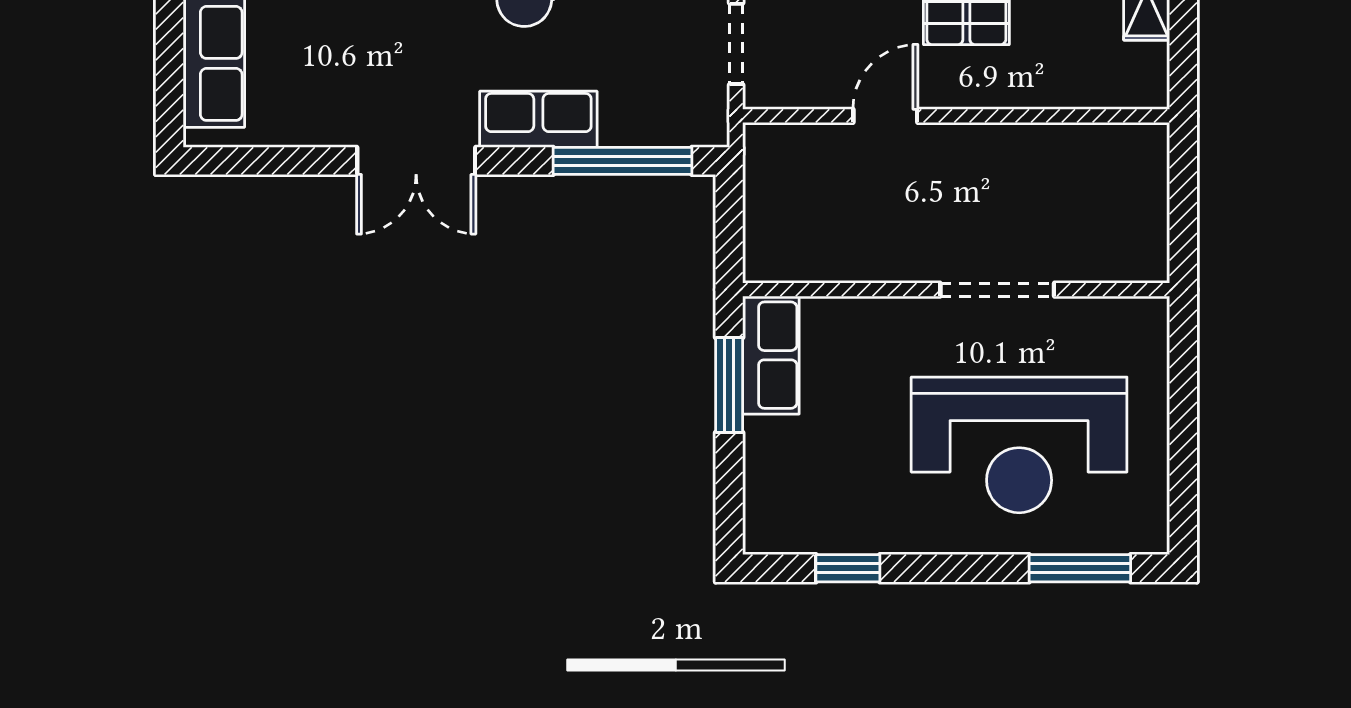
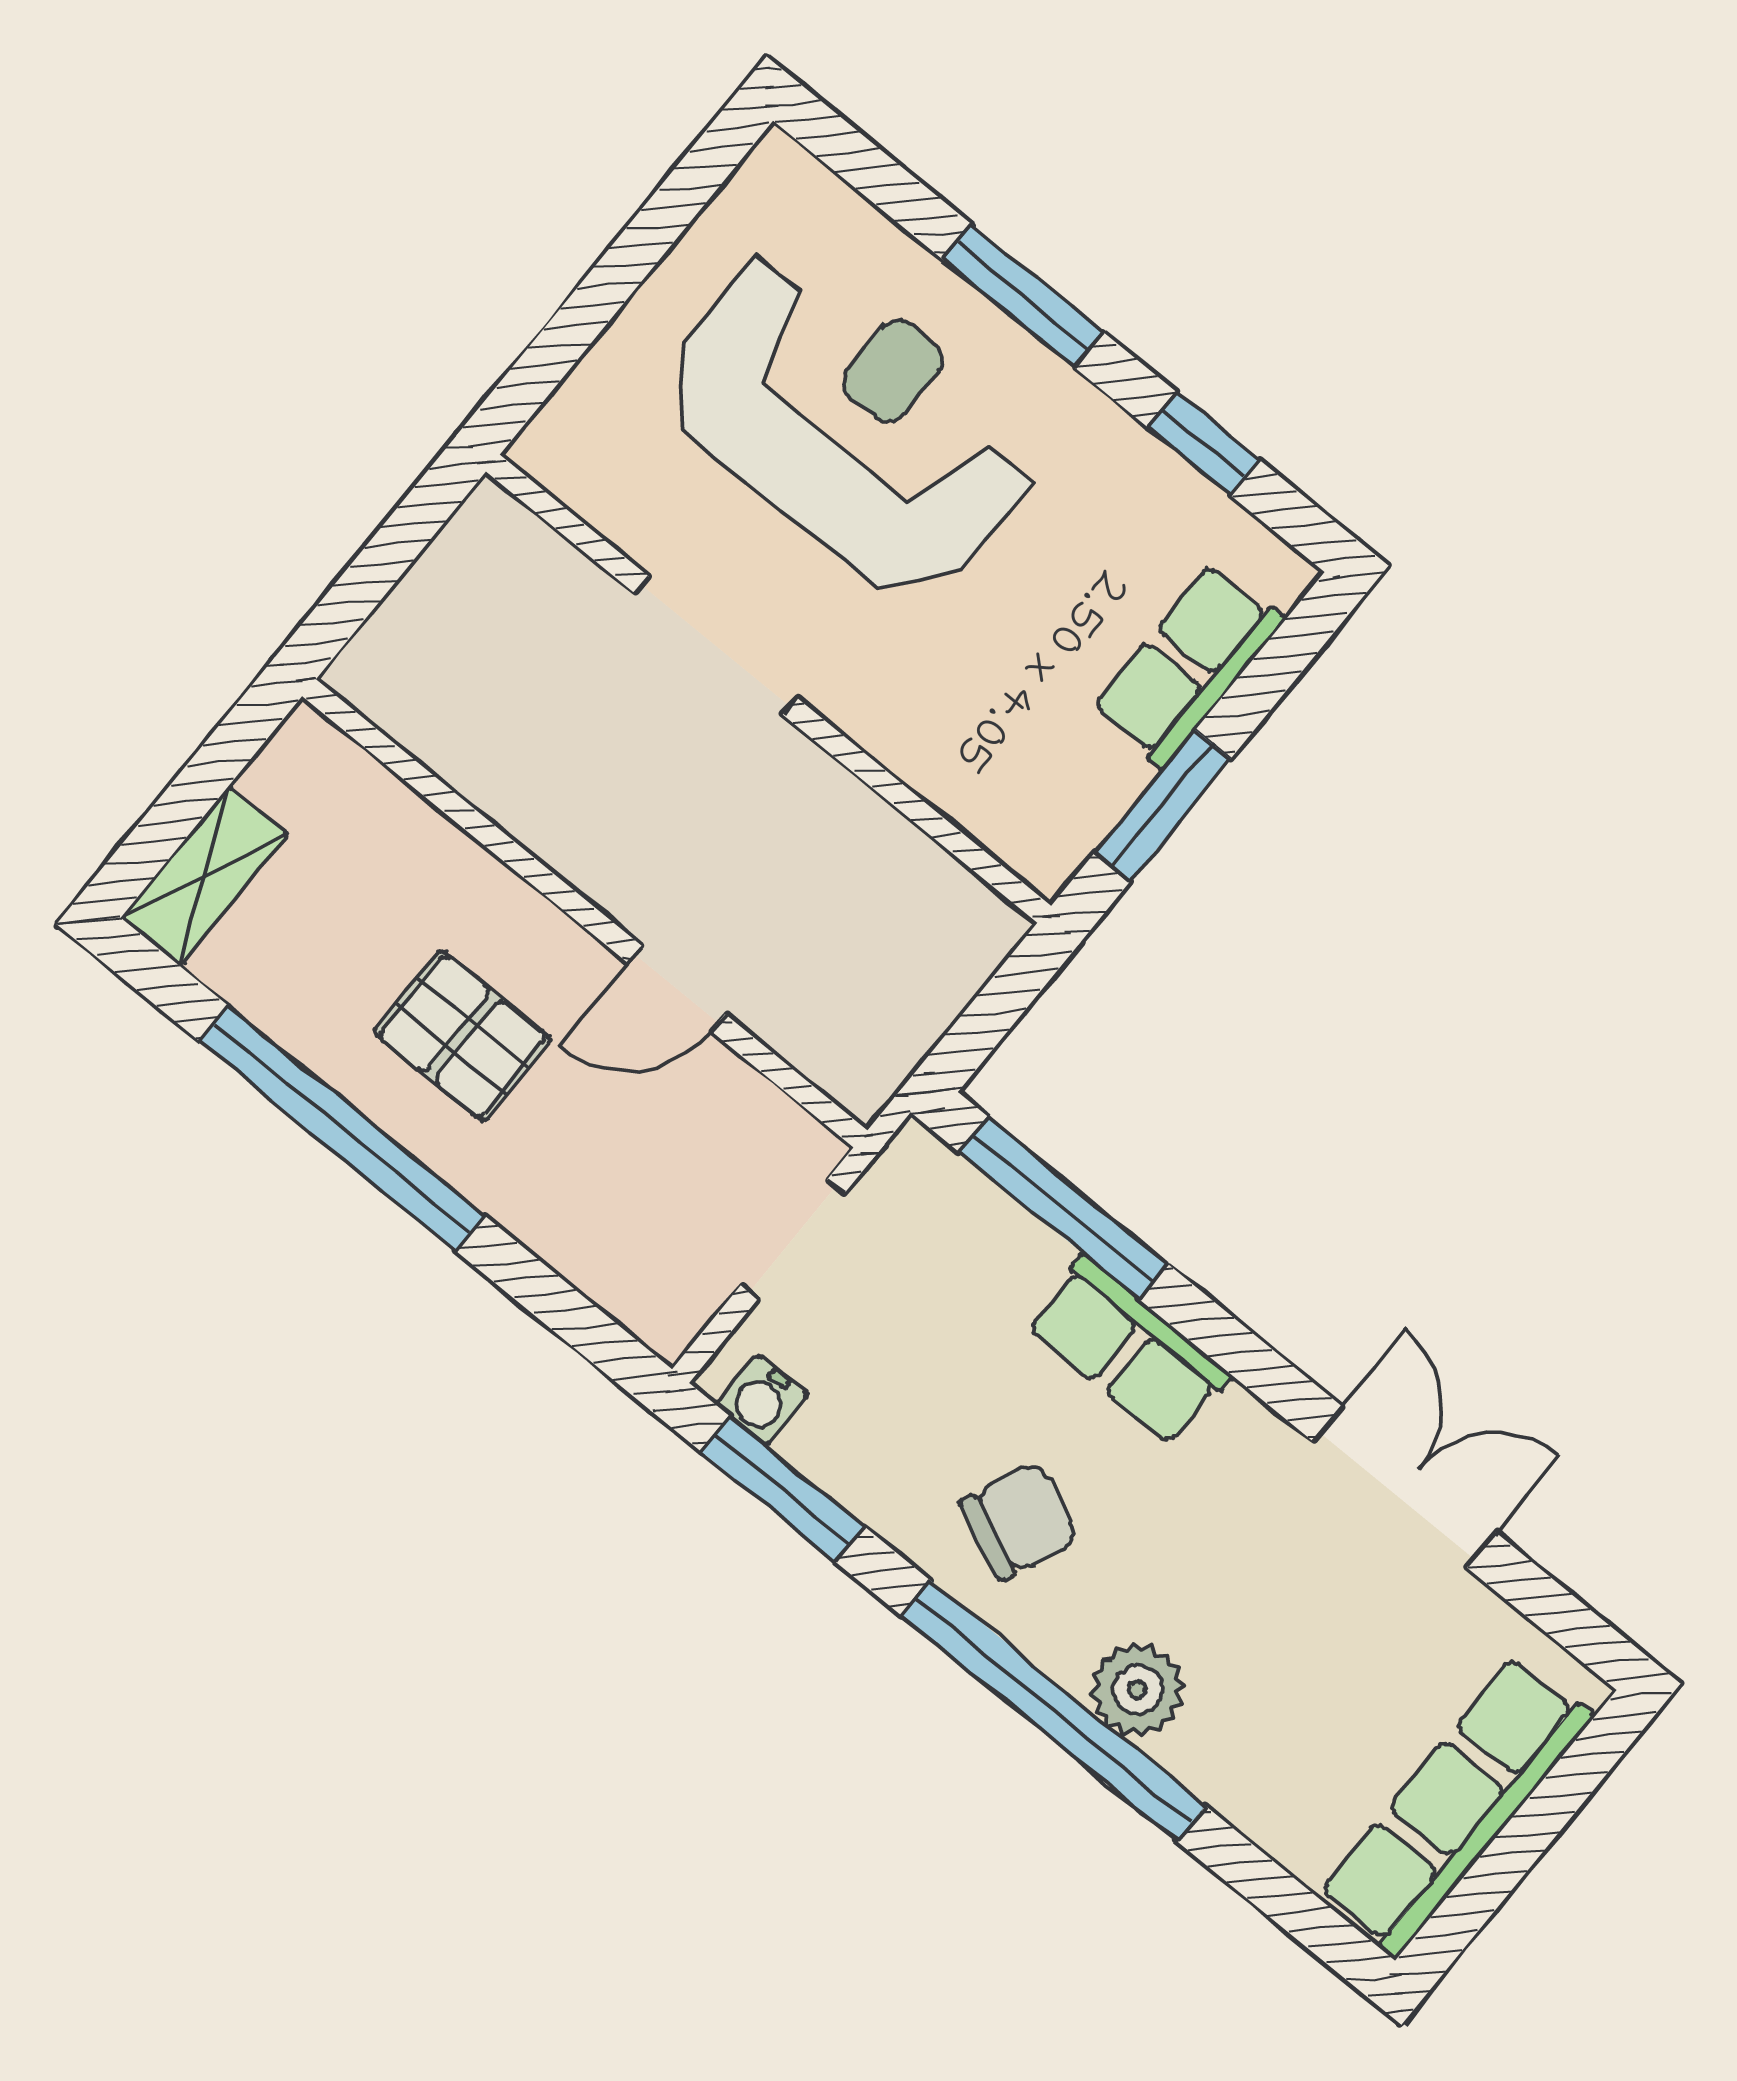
double door: (416, 161) -> (1405, 1487), moved
row of seats: (771, 355) -> (1188, 665), moved
window: (1080, 568) -> (1023, 296), moved

